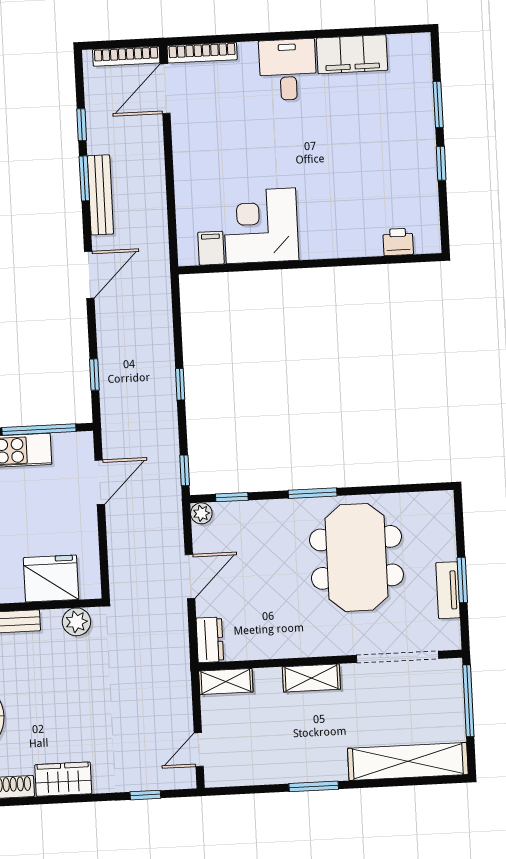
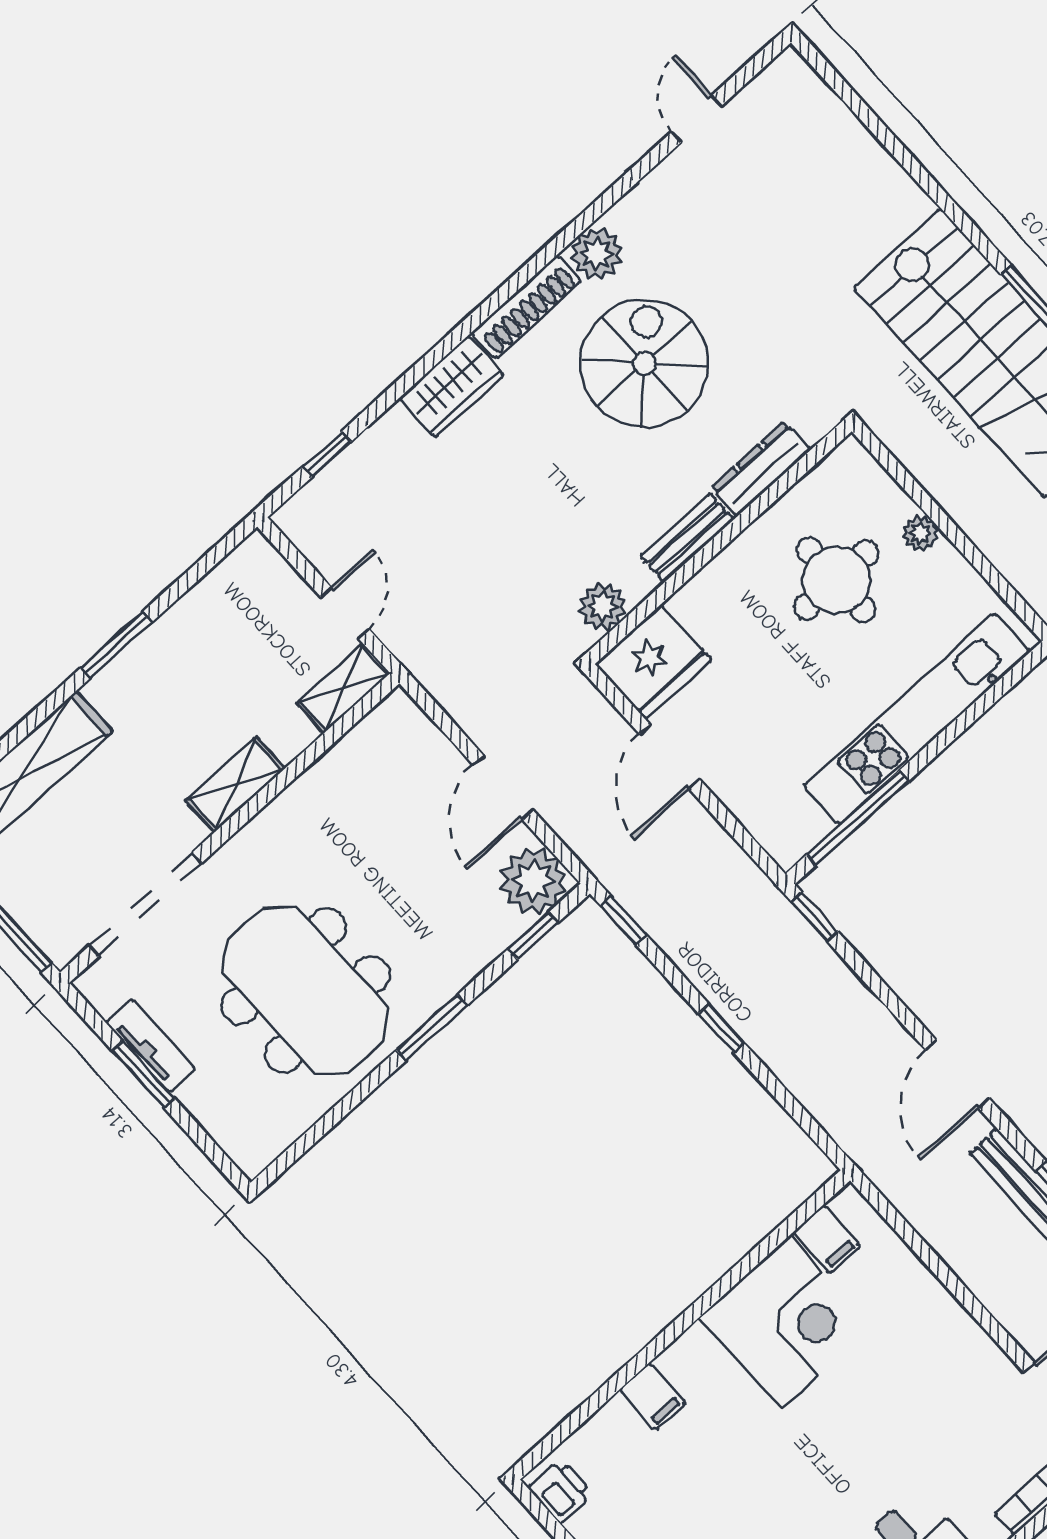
filing cabinet: (350, 241) -> (653, 1396), added
printer: (398, 242) -> (561, 1491), moved, turned -90
window: (94, 375) -> (815, 917), moved
door: (100, 482) -> (670, 757), moved
plant: (201, 513) -> (533, 881), width x1.88, depth x1.88
fridge: (51, 579) -> (653, 662), moved
dresser: (210, 640) -> (409, 726), removed
door: (199, 750) -> (345, 613), moved

